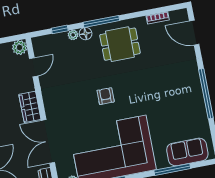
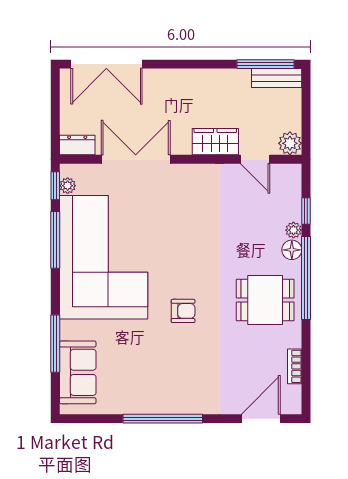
window: (101, 21) -> (306, 278), width x1.46
dining table: (120, 44) -> (265, 300), turned 90
armchair: (106, 96) -> (183, 311), moved
wardrobe: (30, 107) -> (215, 142), moved

